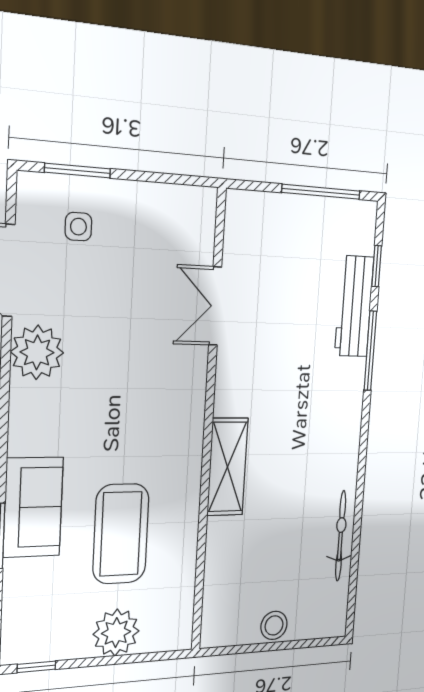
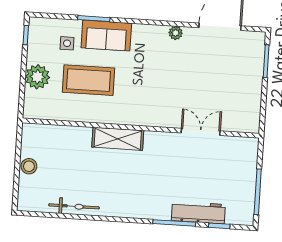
side table: (78, 227) -> (67, 43), moved
plant: (37, 352) -> (176, 33), width x0.53, depth x0.53

